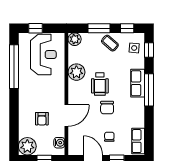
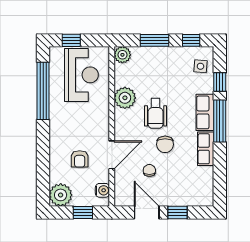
coffee table: (110, 43) -> (169, 60), removed
window: (149, 50) -> (220, 82), moved
chair: (109, 137) -> (149, 170), moved
row of seats: (138, 141) -> (206, 149), moved

